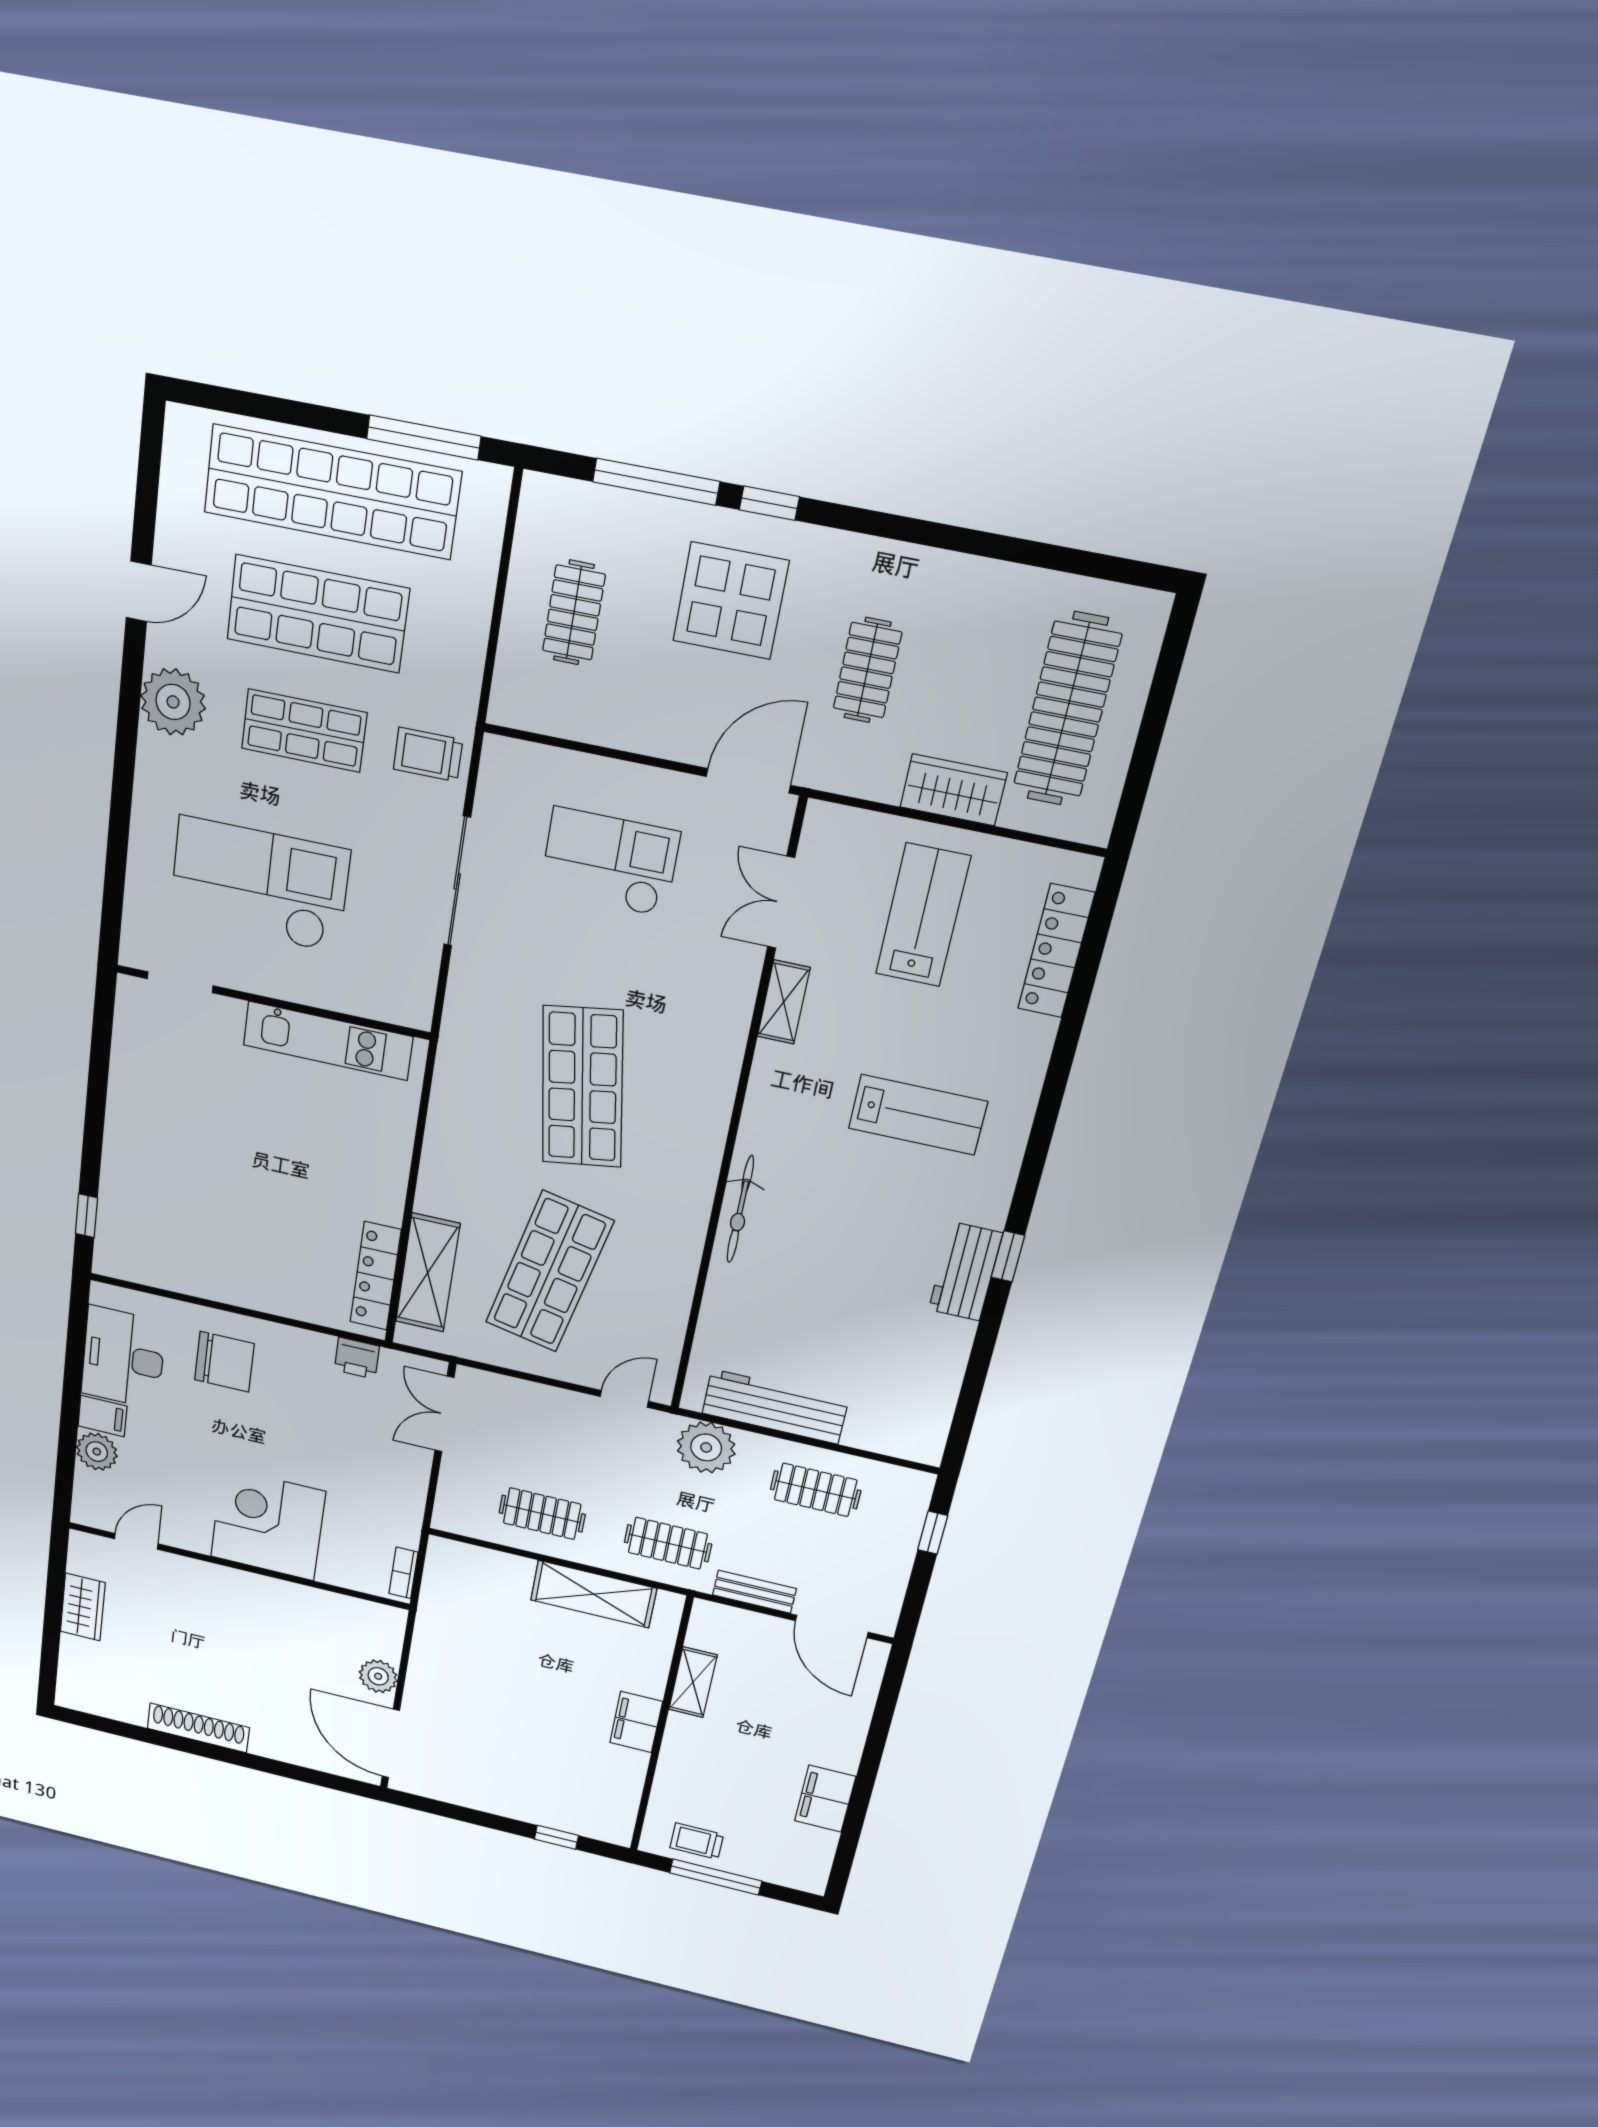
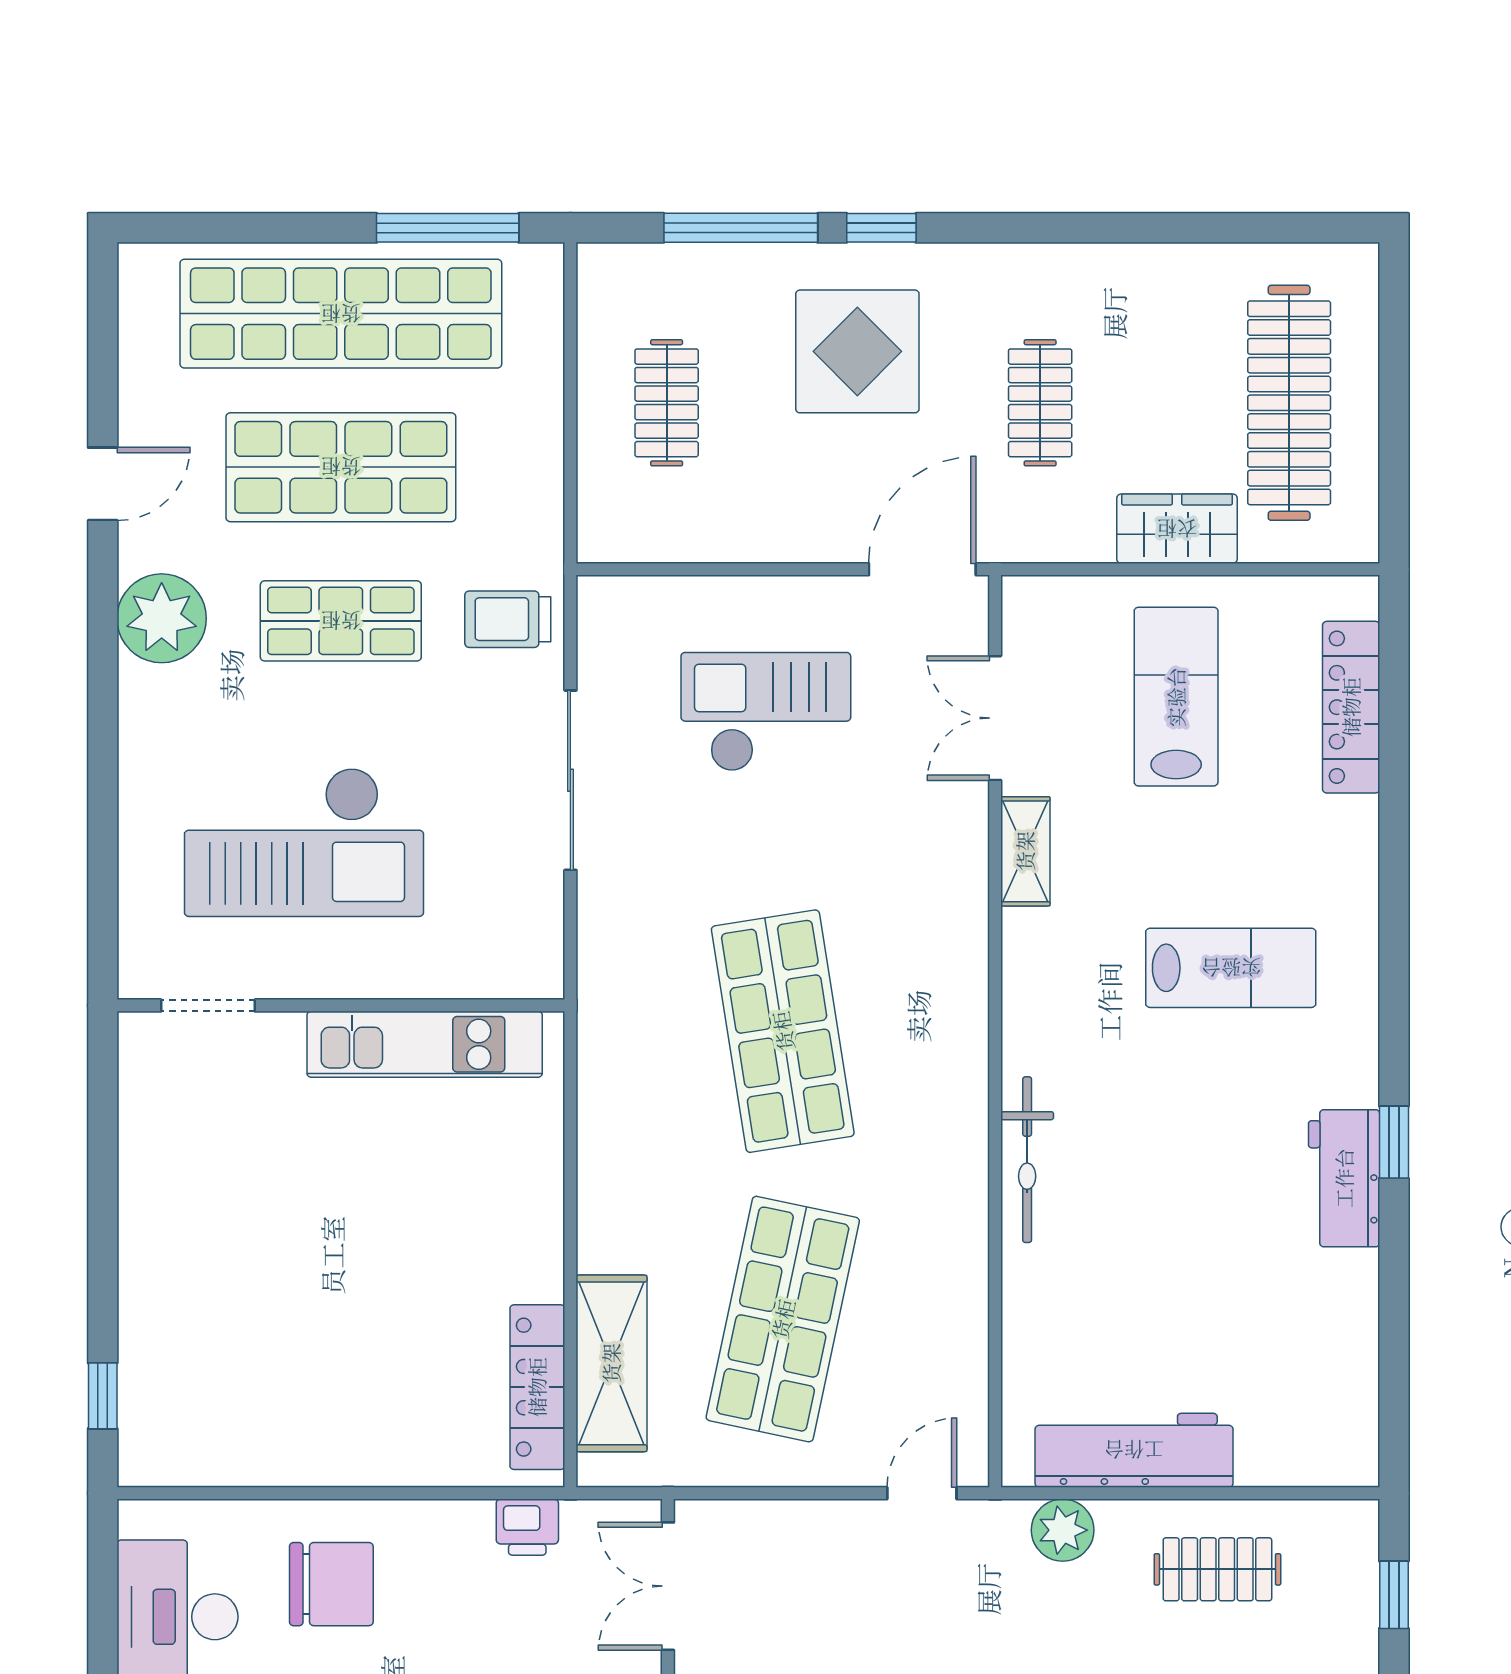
checkout: (259, 885) -> (304, 842), turned 180
plant: (706, 1447) -> (1063, 1530), width x0.73, depth x0.73

